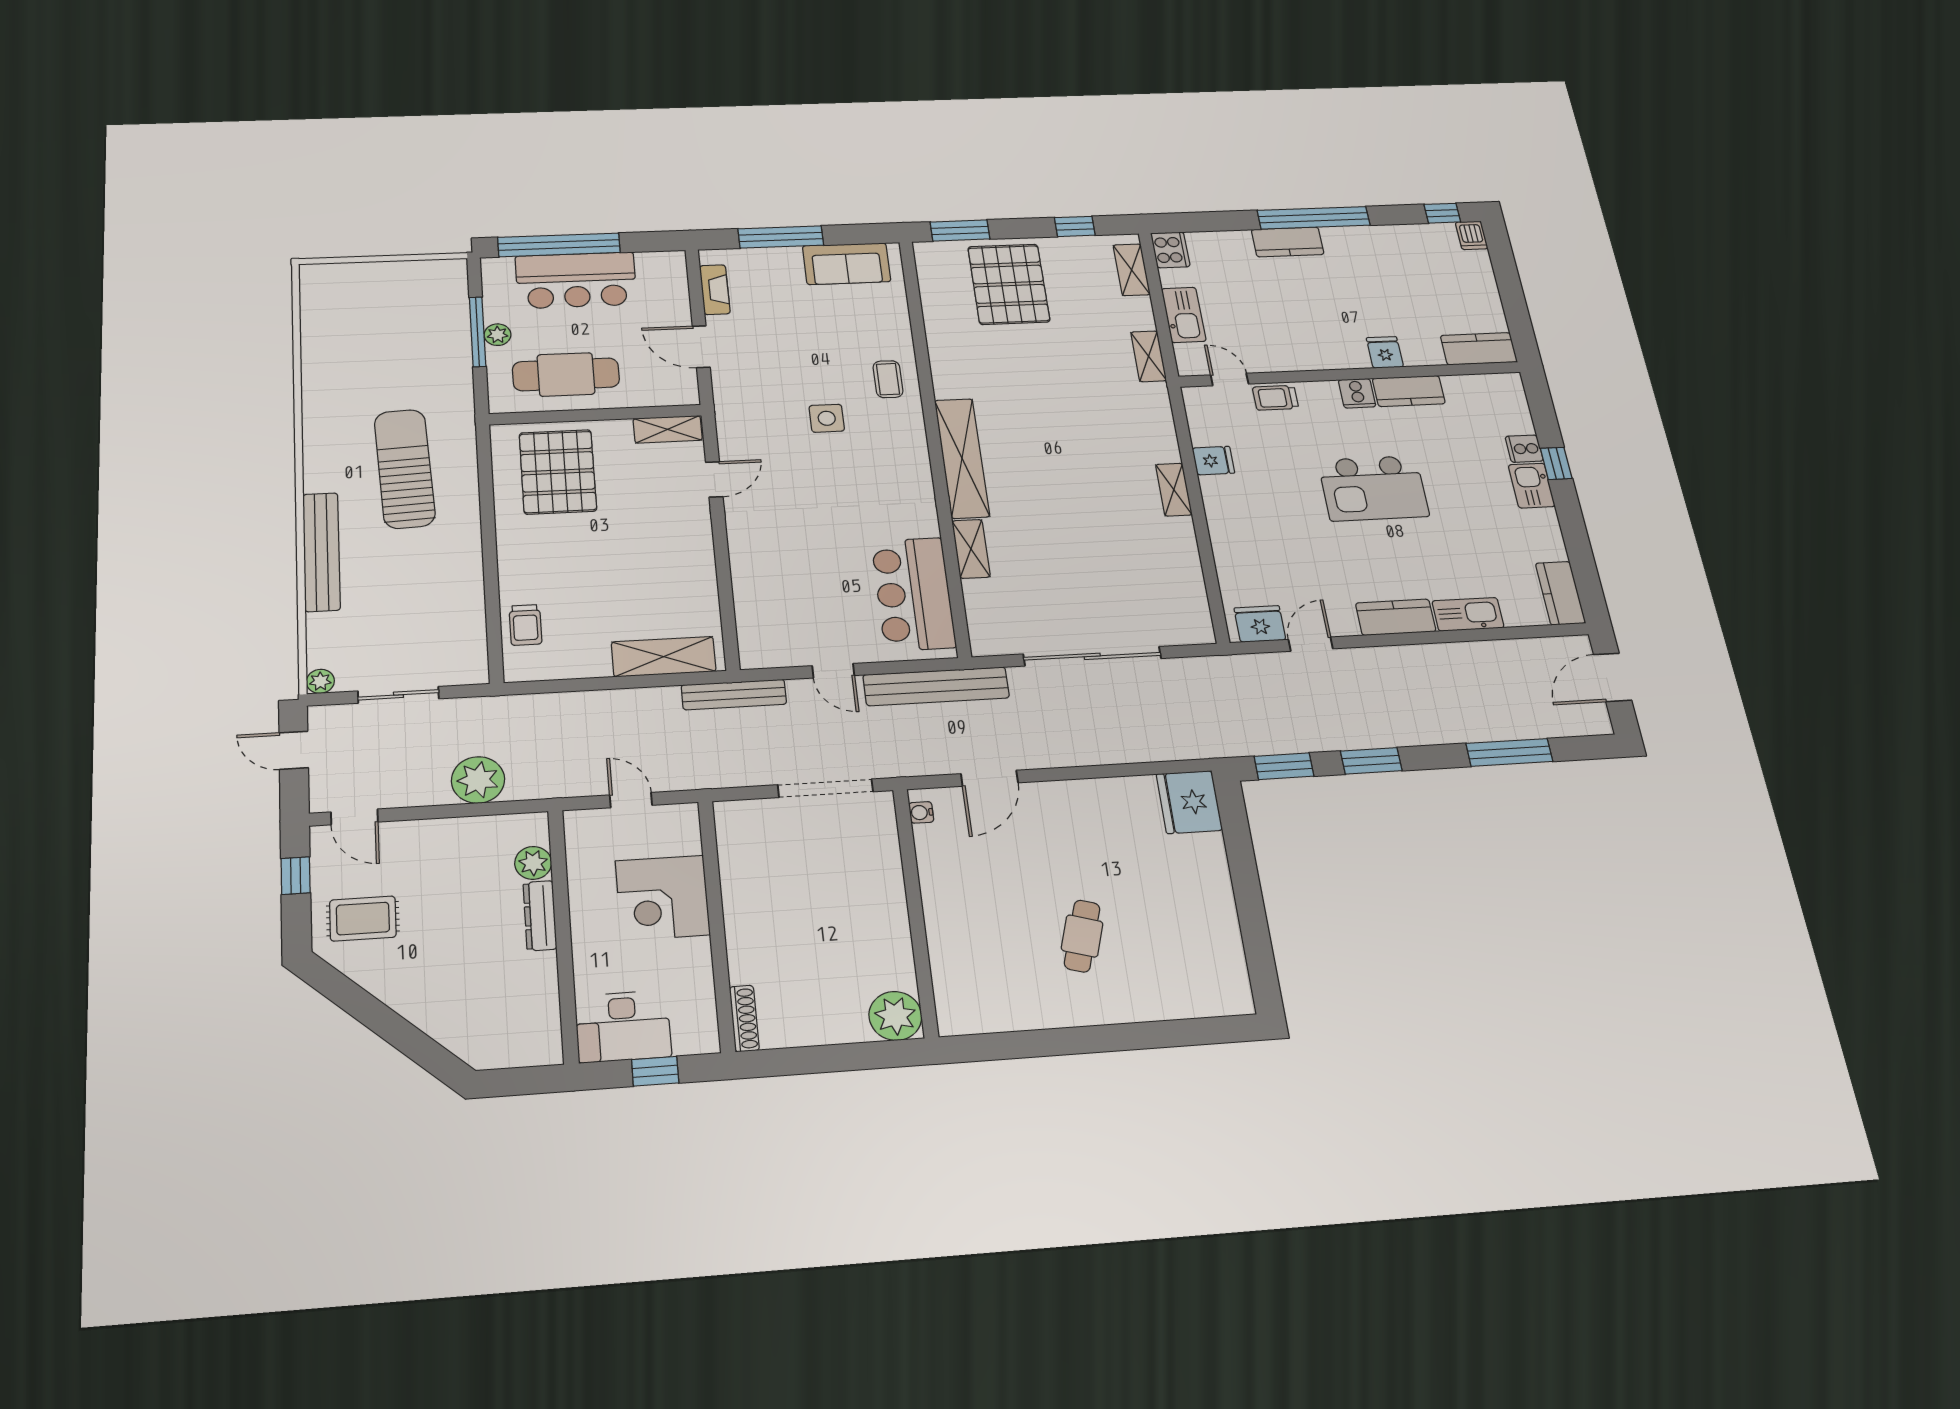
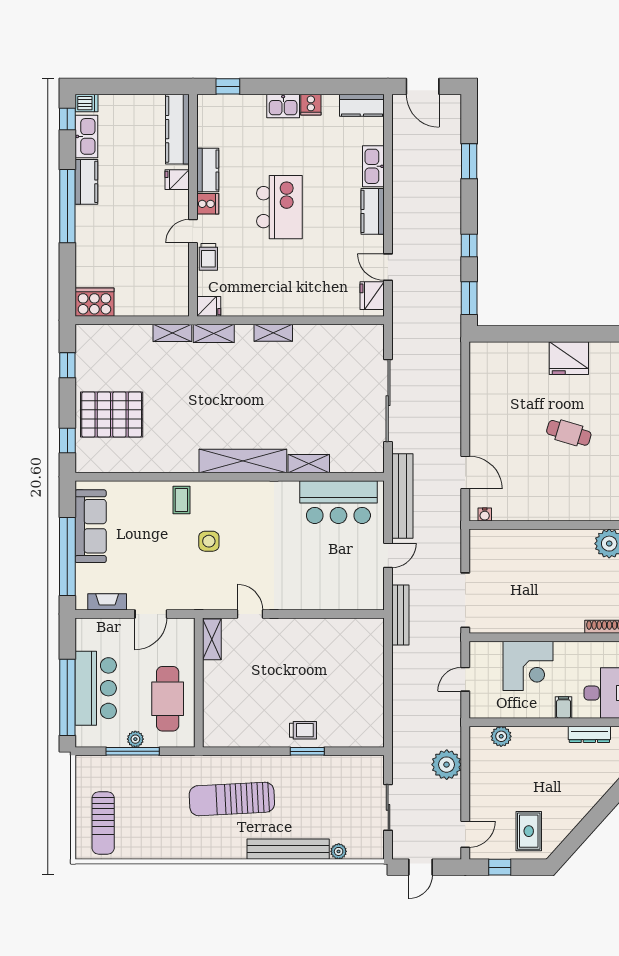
window: (960, 230) -> (67, 441), width x0.67
window: (781, 237) -> (67, 556), width x1.46
kitchen counter: (1288, 242) -> (86, 182), moved
cooker: (1170, 250) -> (94, 302), width x1.37, depth x1.31
sofa: (847, 264) -> (91, 526), width x1.36
shelving: (1132, 270) -> (214, 333), moved
sun lounger: (359, 298) -> (103, 823), added
kitchen sink: (1184, 315) -> (86, 136), moved, turned 90
kitchen counter: (1479, 349) -> (177, 129), width x1.50
coffee table: (888, 379) -> (181, 500), turned 90
door: (1230, 380) -> (193, 231), moved
cooker: (1524, 449) -> (311, 105), moved
fridge: (1213, 461) -> (209, 306), moved, turned 90
window: (1556, 463) -> (228, 86), moved
pallet: (558, 472) -> (239, 708), removed
window: (491, 571) -> (307, 751), added
trolley: (525, 625) -> (303, 730), moved
shelving: (664, 657) -> (372, 654), removed
plant: (320, 681) -> (339, 851), moved
window: (1509, 752) -> (469, 161), width x0.69
window: (1371, 761) -> (469, 246), width x0.67
doorway: (825, 788) -> (465, 600), moved
fridge: (1189, 802) -> (569, 358), moved
dresser: (540, 916) -> (589, 734), moved
filing cabinet: (592, 961) -> (564, 707), added

